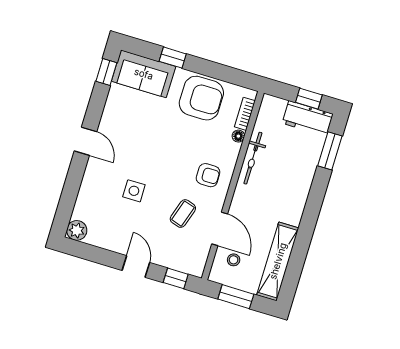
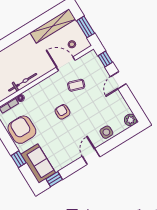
armchair: (208, 175) -> (63, 112), moved
side table: (134, 191) -> (106, 132), moved
door: (220, 229) -> (66, 64), hinge flipped

